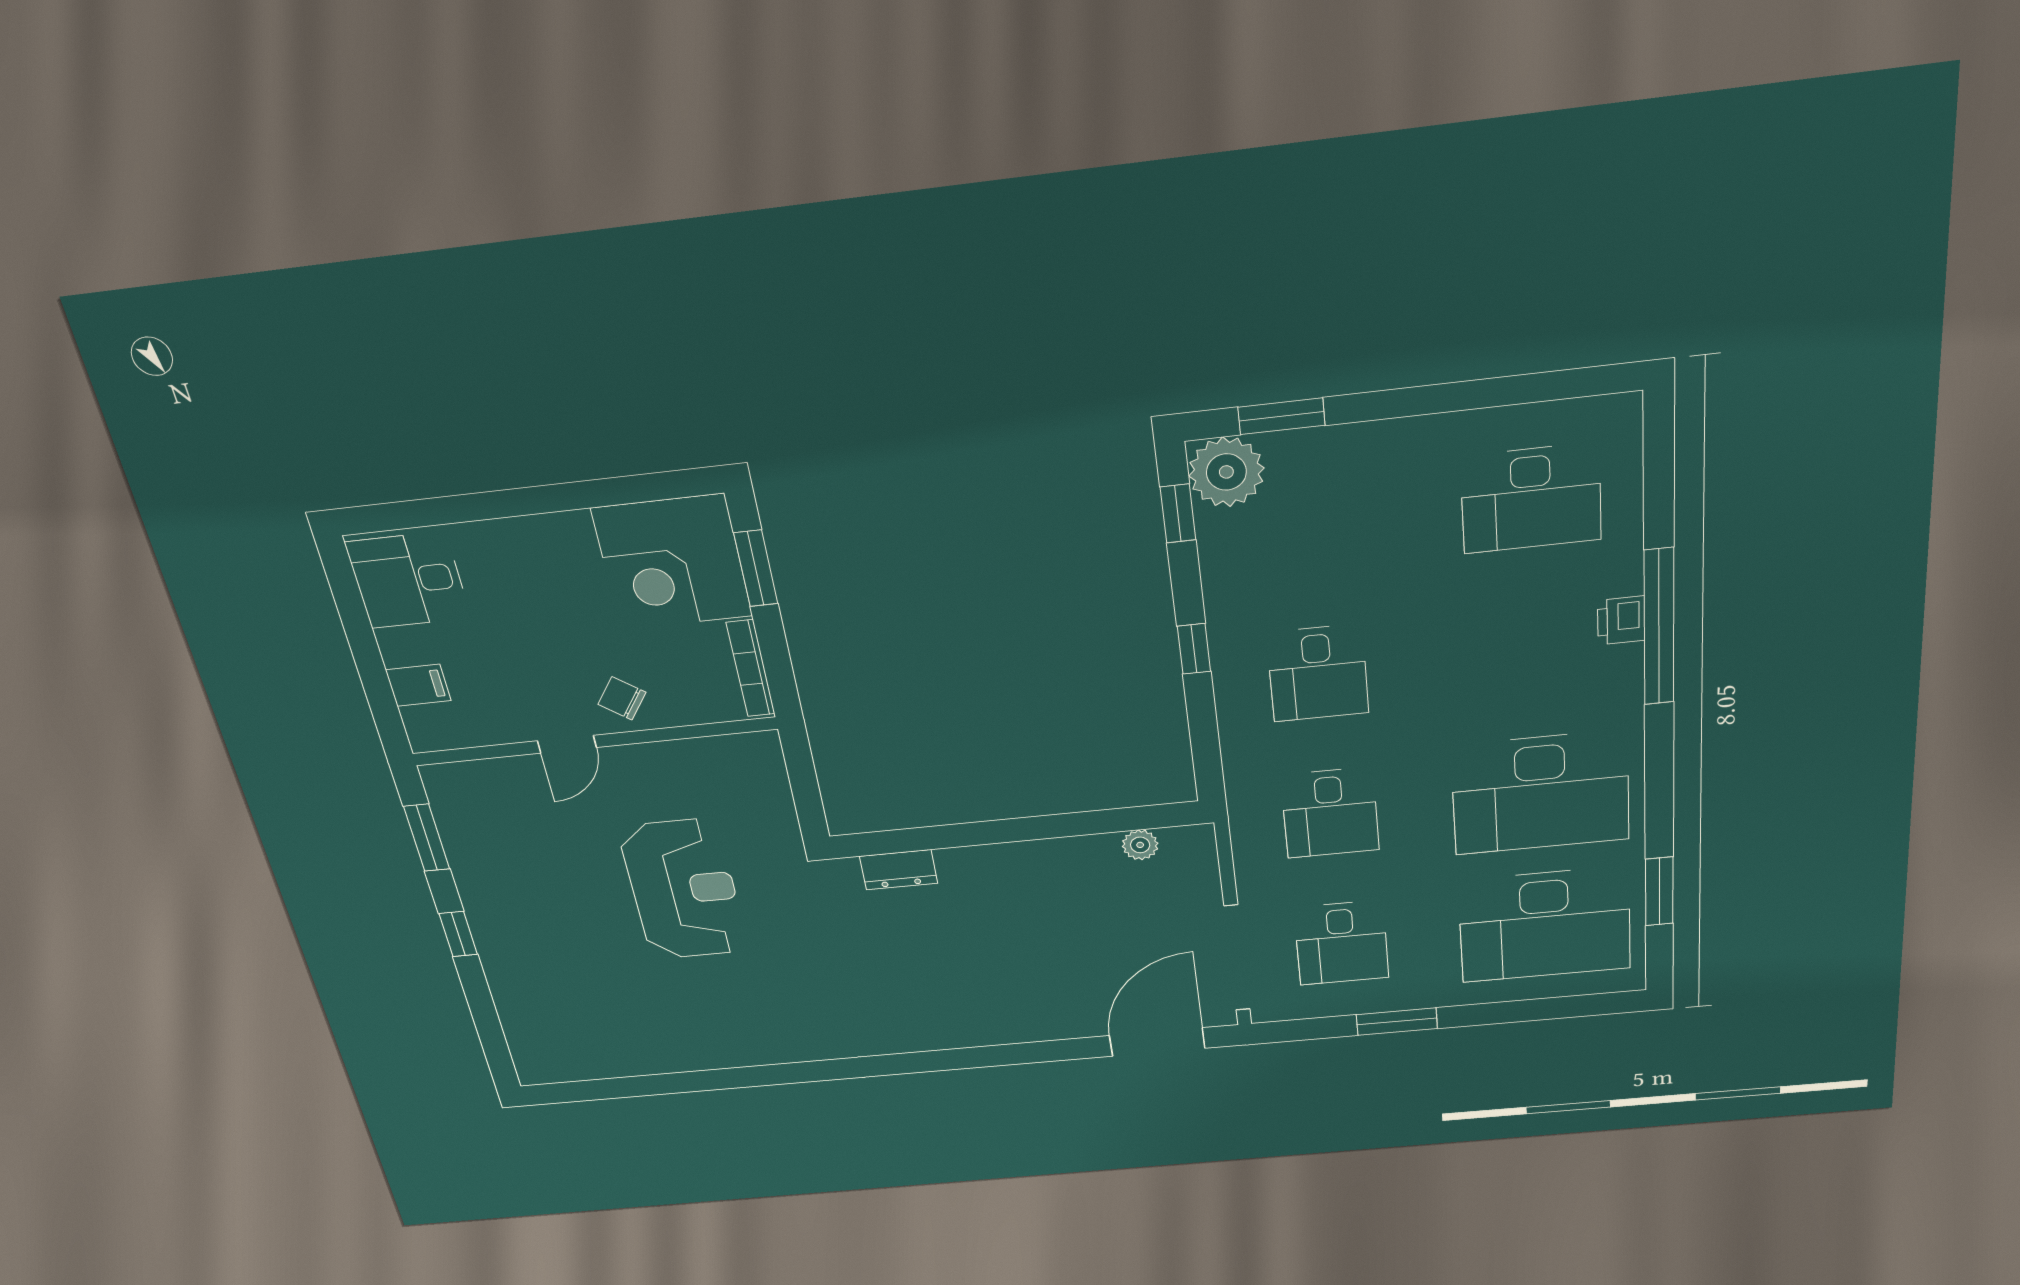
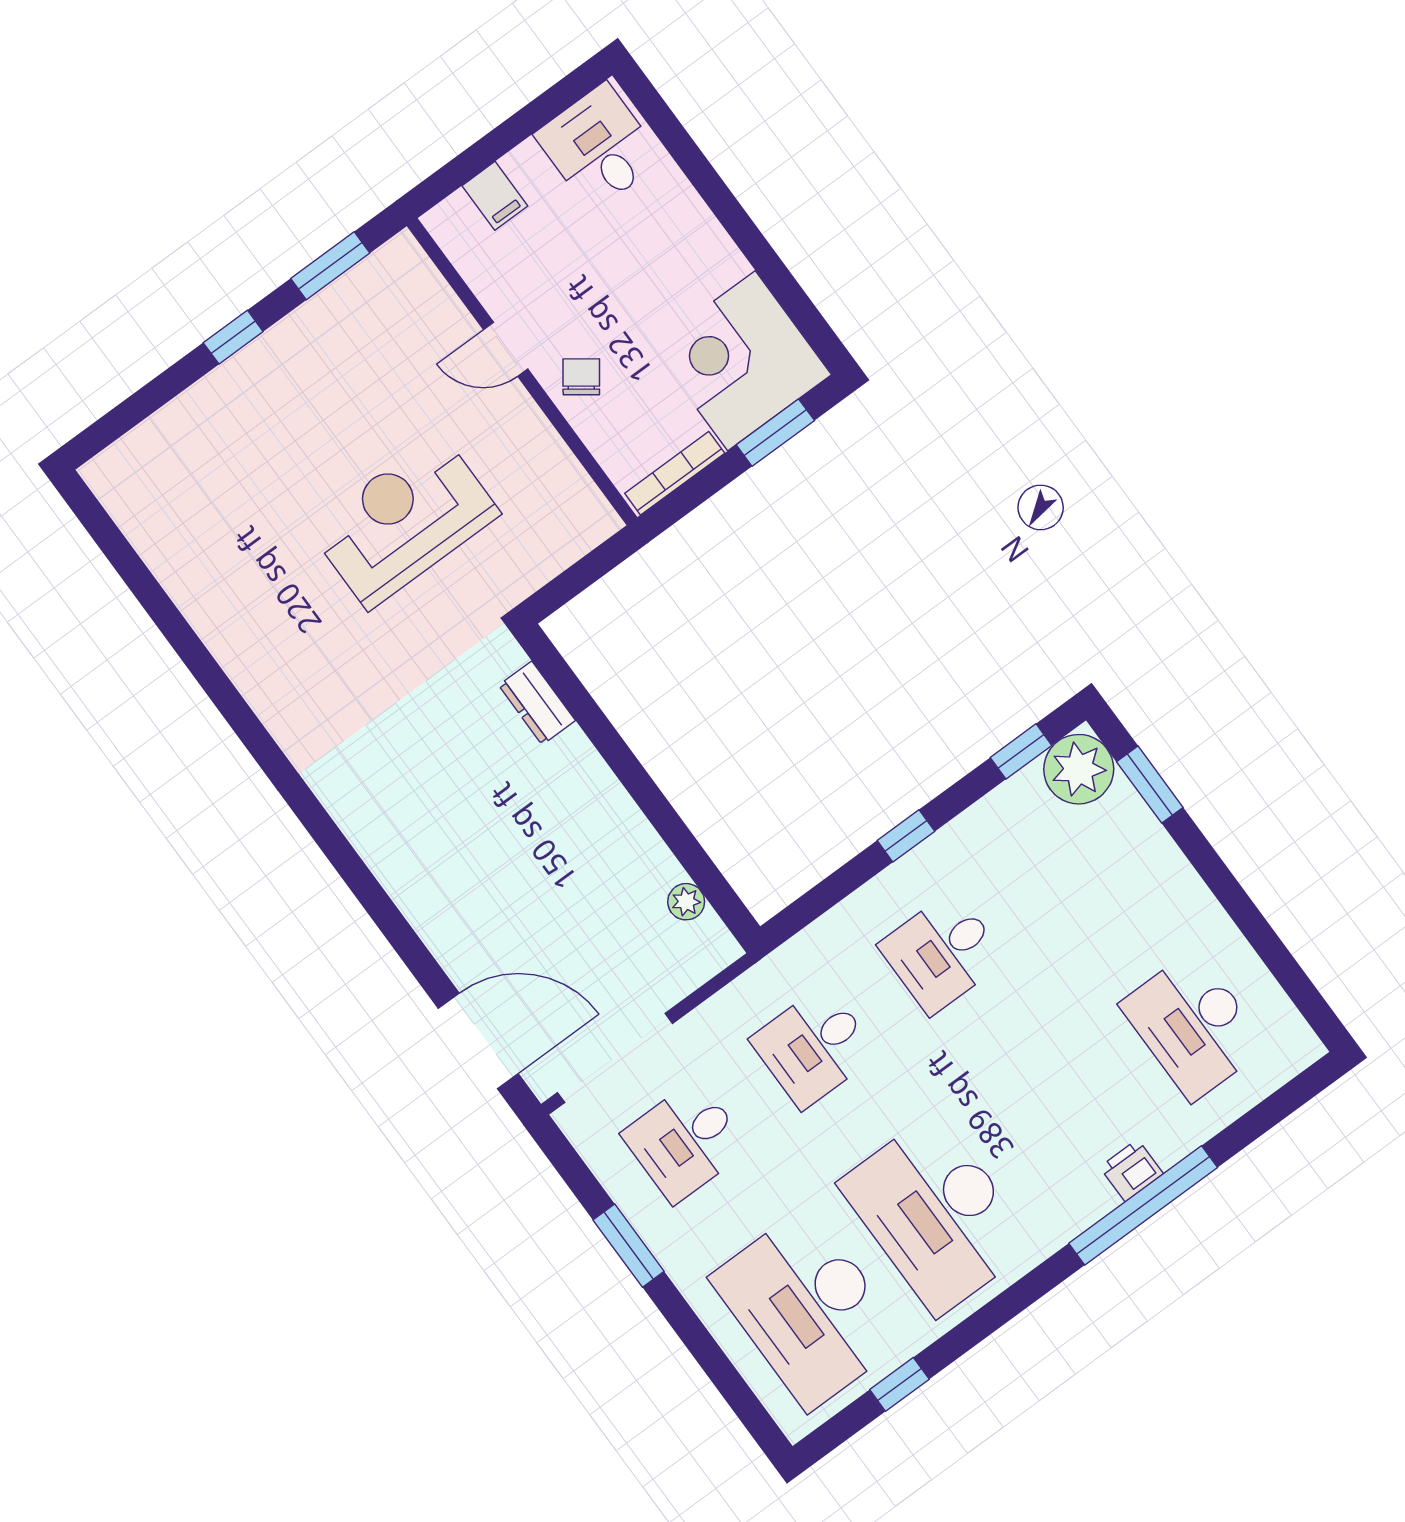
reception desk: (684, 889) -> (404, 521), turned 180
window: (1659, 891) -> (899, 1384), width x0.67

